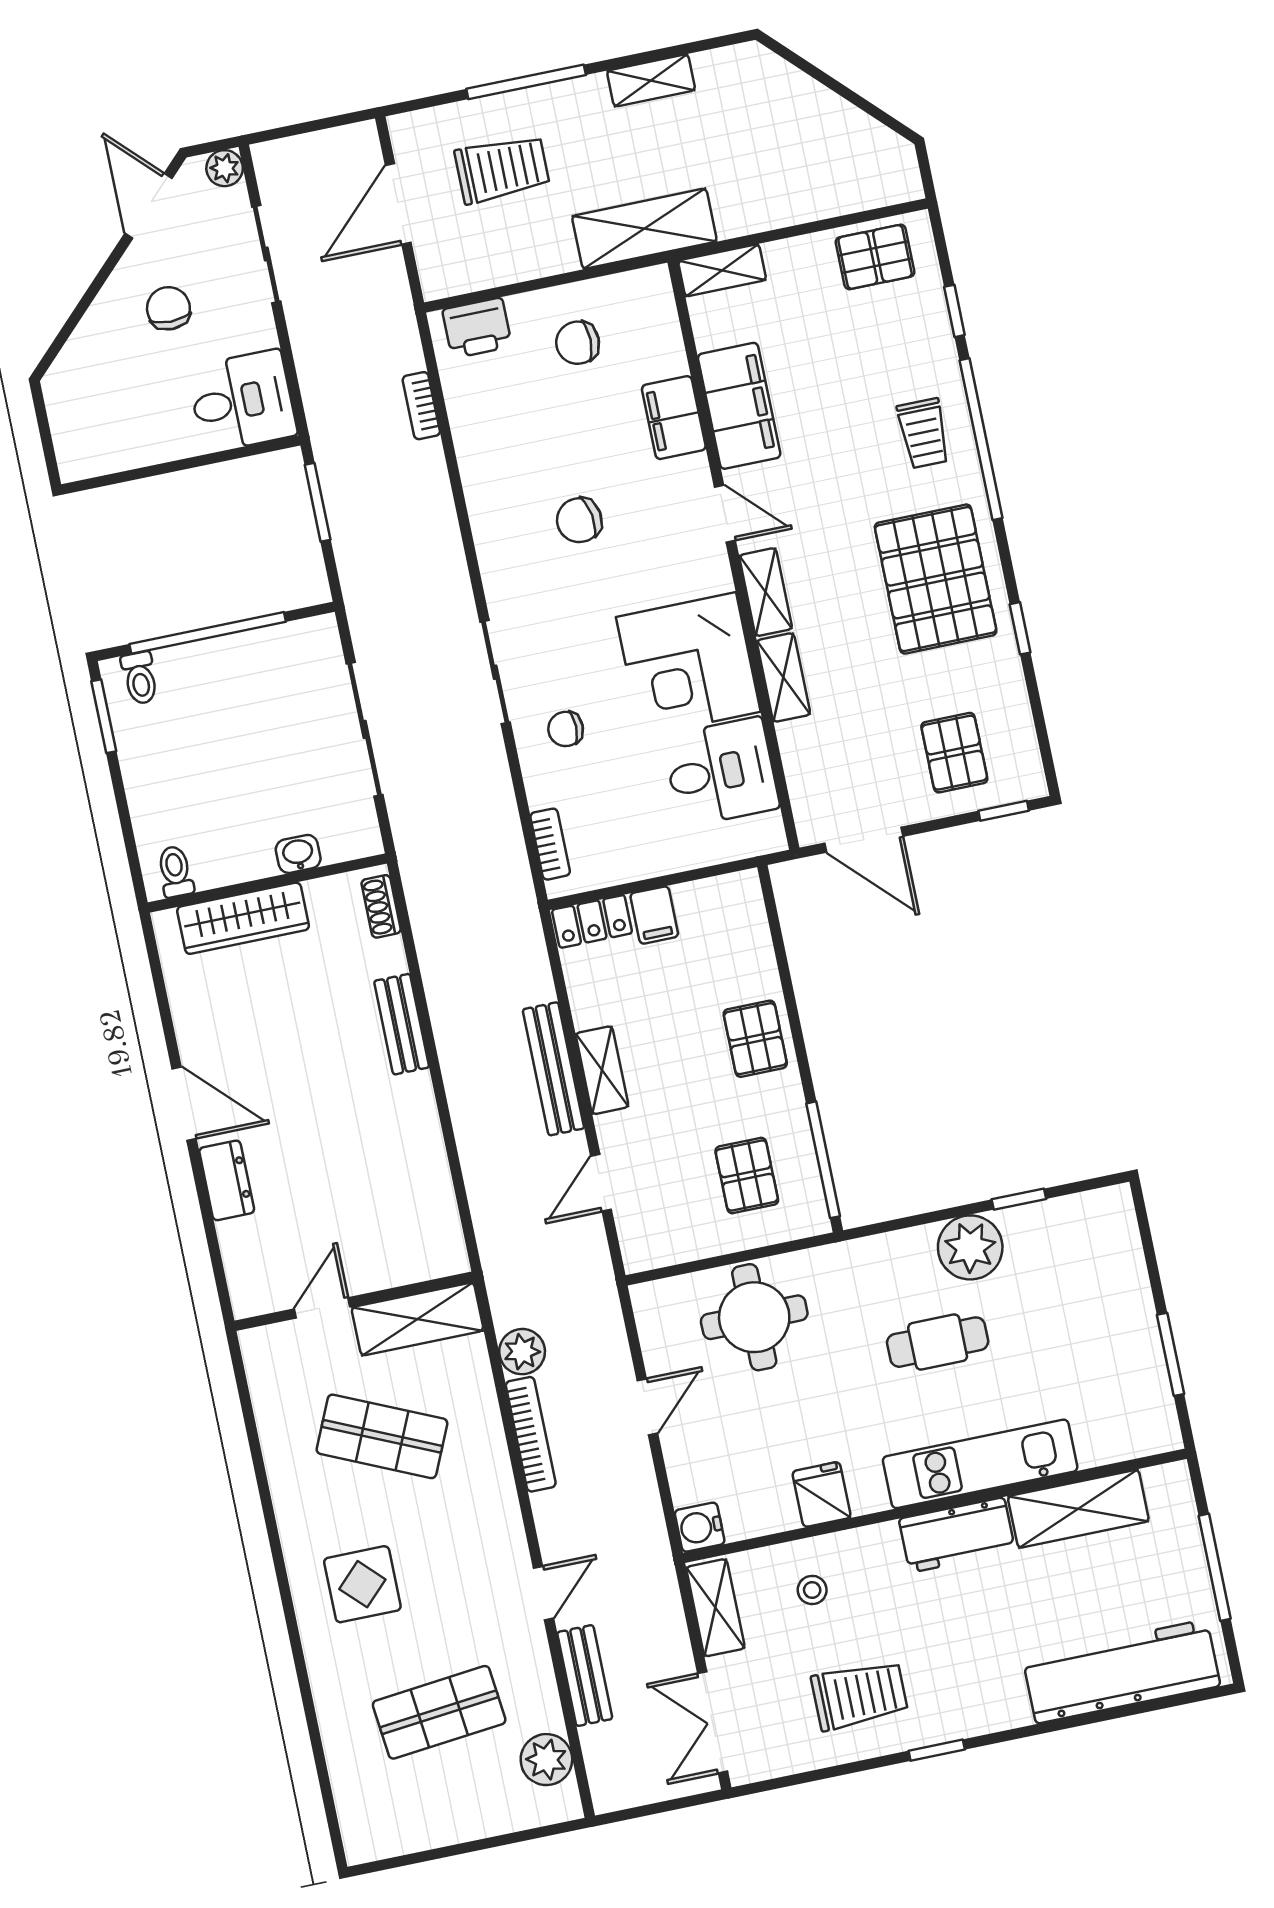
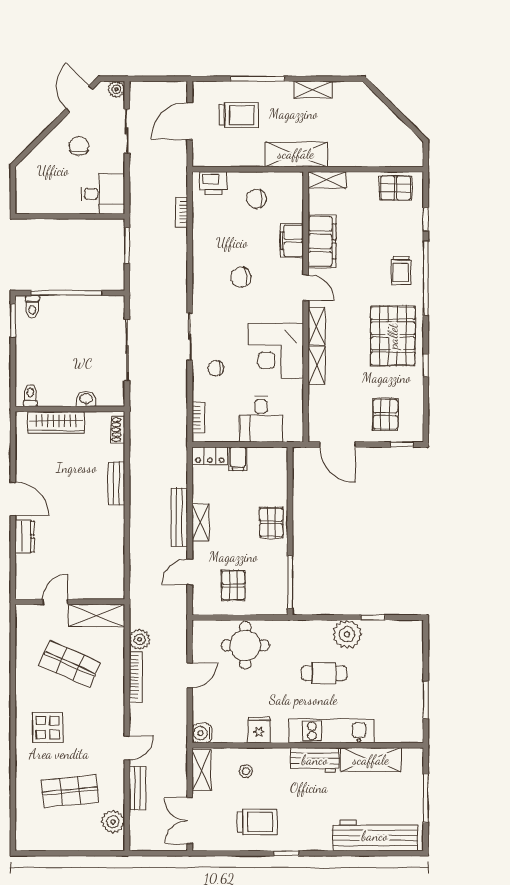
desk: (721, 772) -> (261, 419), moved, turned 90
pallet: (747, 1176) -> (233, 585), moved

